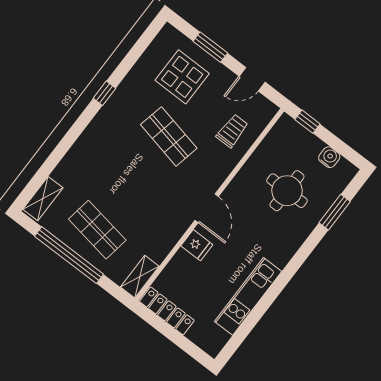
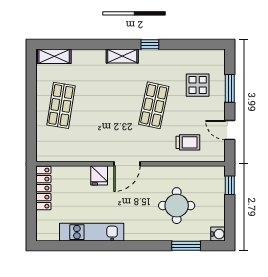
display table: (182, 77) -> (198, 85), width x0.73, depth x0.73
water cooler: (329, 157) -> (218, 234), moved
window: (69, 255) -> (31, 100), removed
shelving: (140, 277) -> (122, 56), moved

